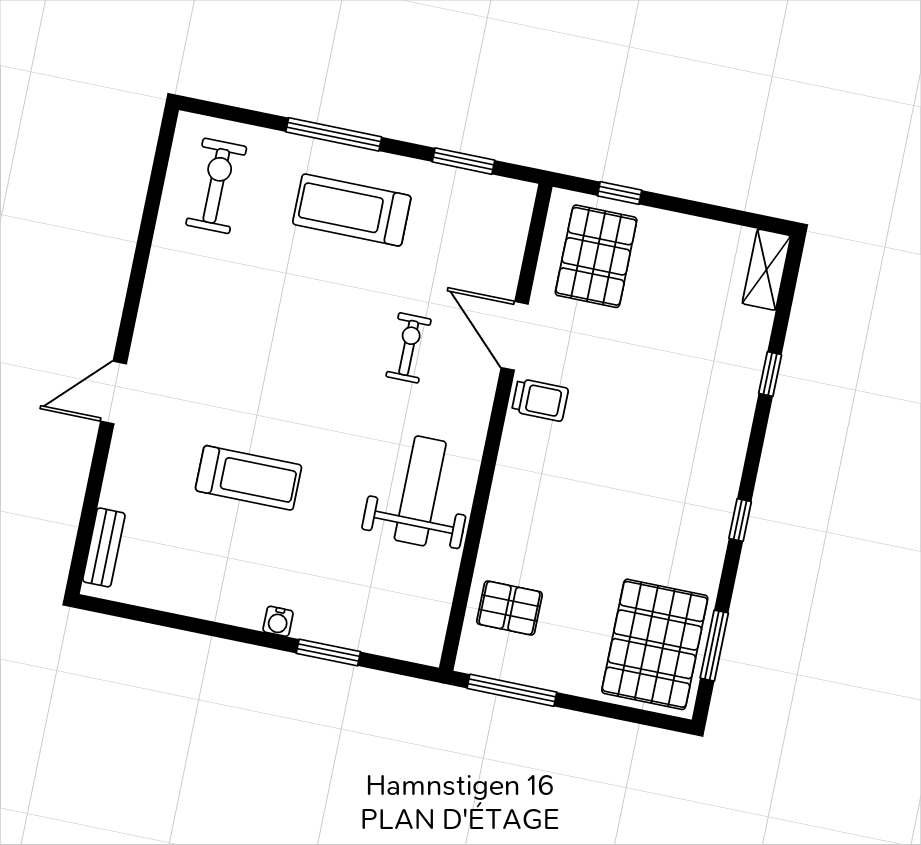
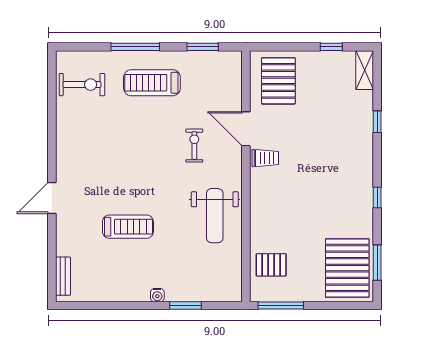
exercise bike: (216, 186) -> (82, 85), turned 90
window: (620, 193) -> (331, 47), moved
weight bench: (420, 491) -> (215, 216), turned 180

